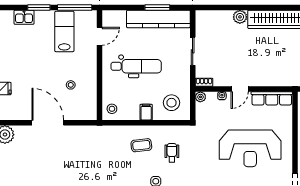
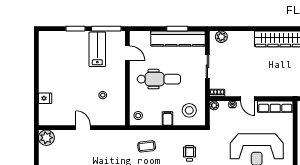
kitchen sink: (24, 17) -> (63, 37), removed
plant: (240, 17) -> (221, 37), moved
door: (99, 36) -> (127, 53), hinge flipped
door: (240, 89) -> (248, 99), hinge flipped
door: (48, 123) -> (83, 128), width x0.53
coffee table: (141, 145) -> (147, 146), moved

